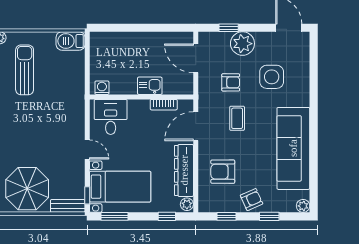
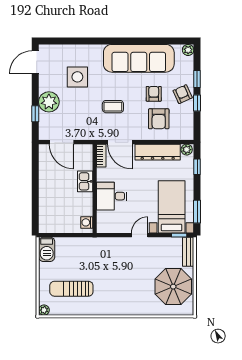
door: (196, 58) -> (62, 142), hinge flipped
armchair: (231, 82) -> (154, 94), moved
bookcase: (164, 105) -> (101, 156), moved
desk: (111, 117) -> (112, 196), moved
window: (227, 216) -> (197, 103), moved

